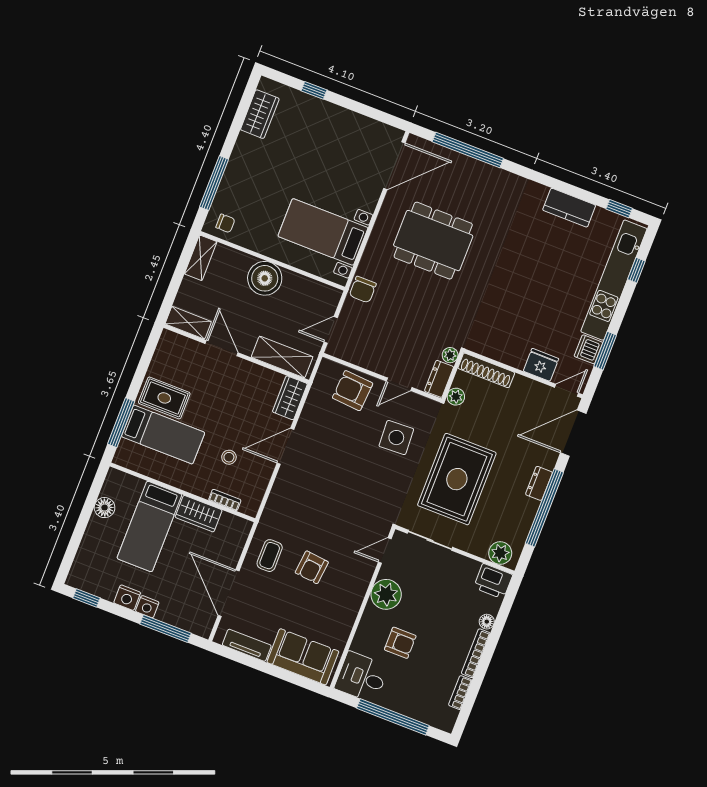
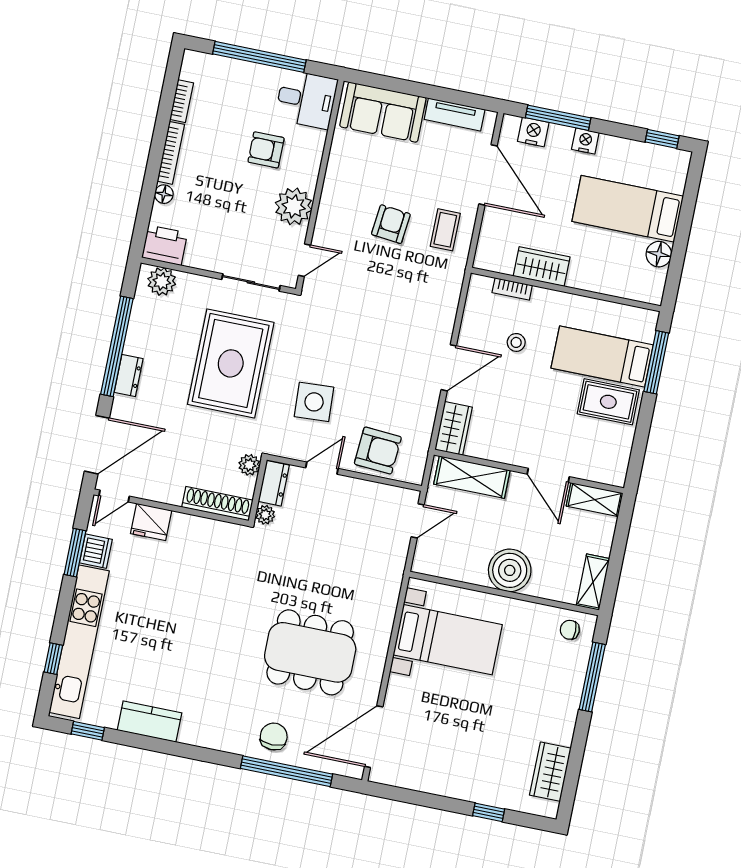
chair: (363, 290) -> (274, 737), moved
bed: (149, 526) -> (628, 209), moved, turned -90
nightstand: (127, 598) -> (533, 132), moved

